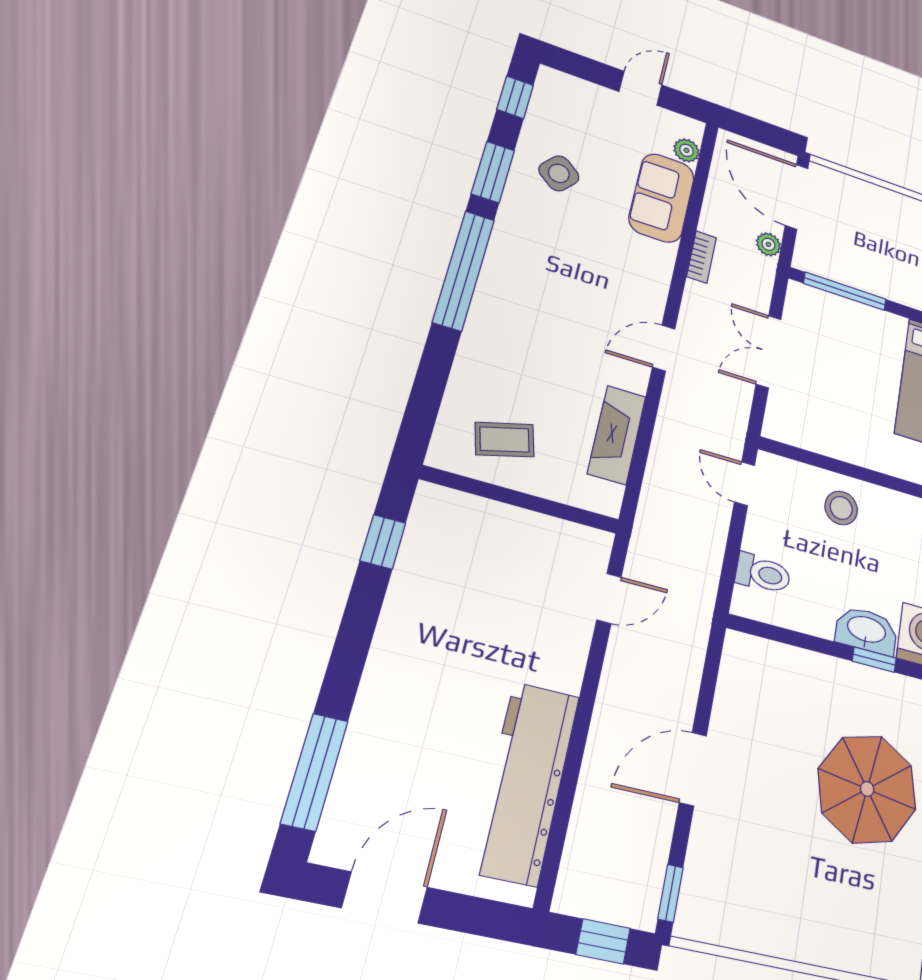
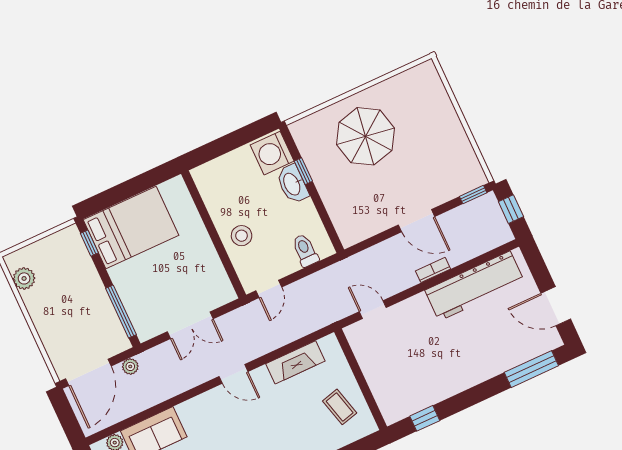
bookcase: (702, 257) -> (433, 270), moved

